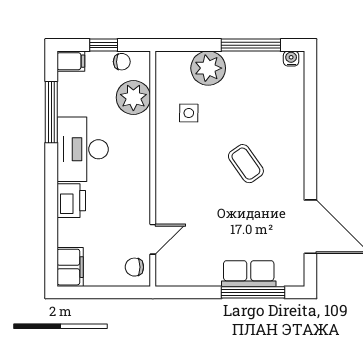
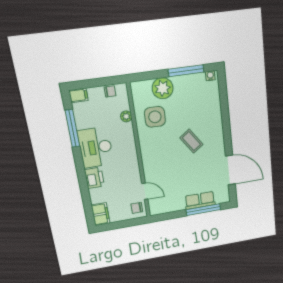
window: (104, 45) -> (97, 82), removed
plant: (133, 98) -> (126, 116), width x0.53, depth x0.53
side table: (189, 113) -> (155, 117), width x1.87, depth x1.87
door: (153, 239) -> (145, 191), hinge flipped

